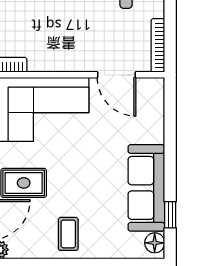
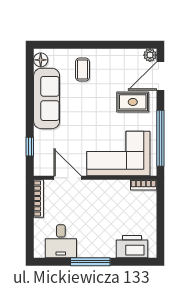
window: (170, 215) -> (30, 147), moved
coffee table: (68, 234) -> (83, 69), moved

